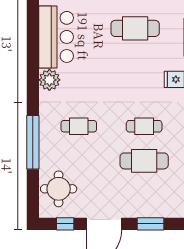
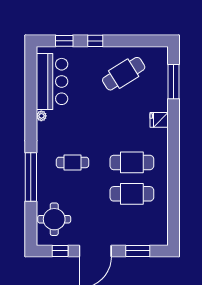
cafe table: (135, 28) -> (124, 74), turned -32
plant: (49, 80) -> (41, 116), width x0.53, depth x0.53
cafe table: (144, 126) -> (132, 162), width x1.37, depth x1.35

